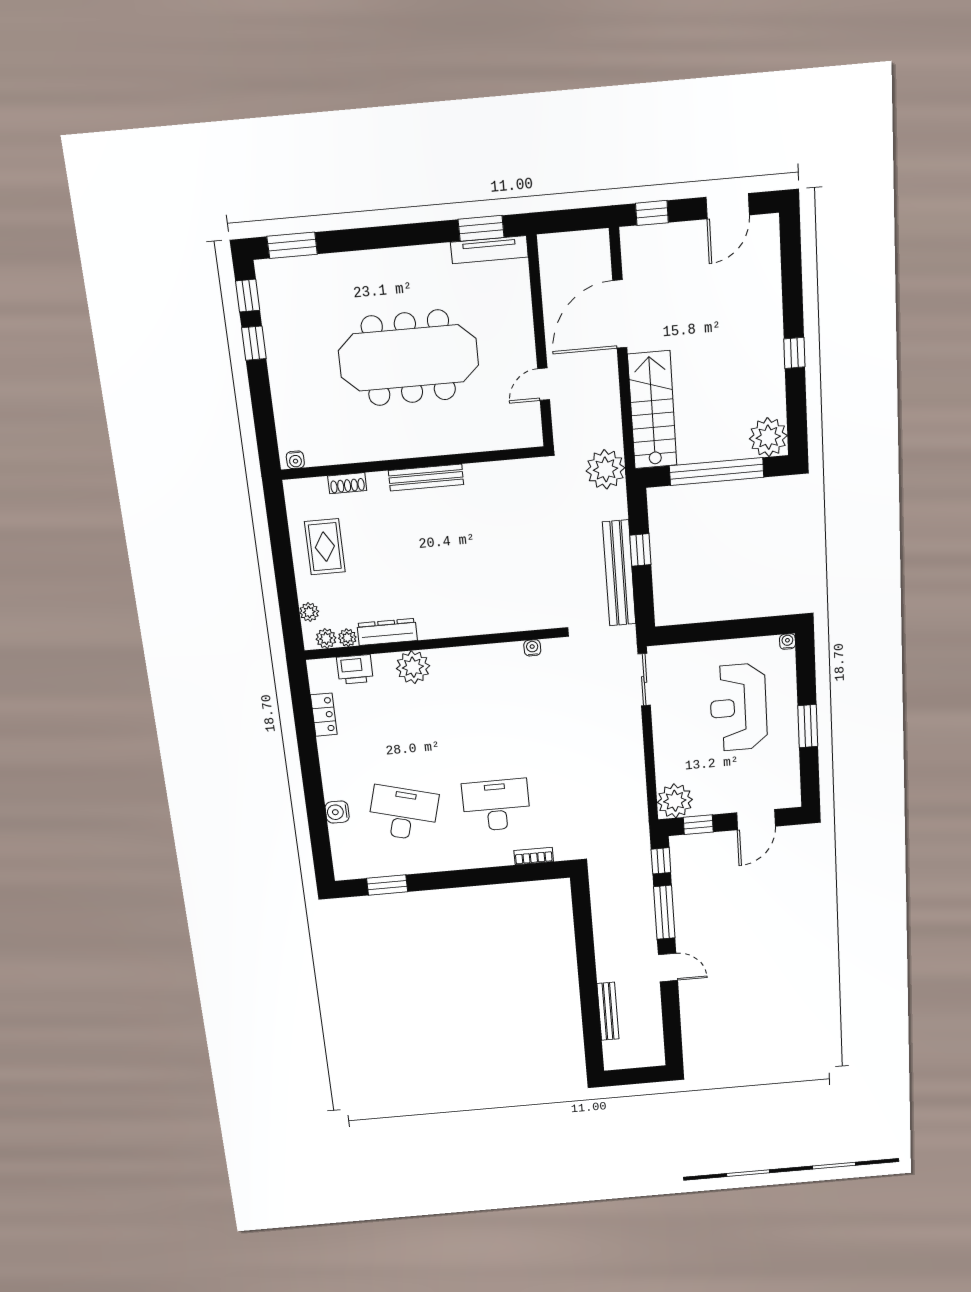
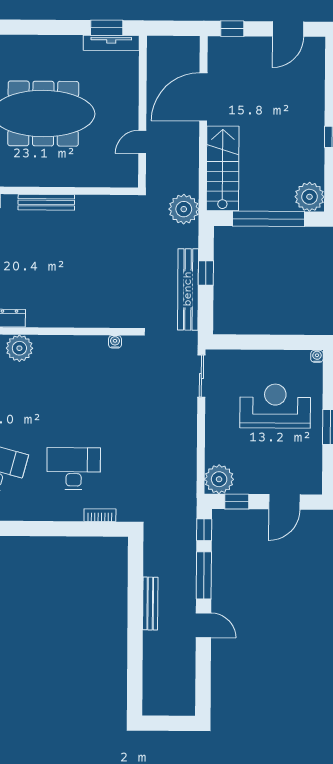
reception desk: (739, 707) -> (275, 406), turned 90
bench: (608, 1011) -> (150, 604), moved

